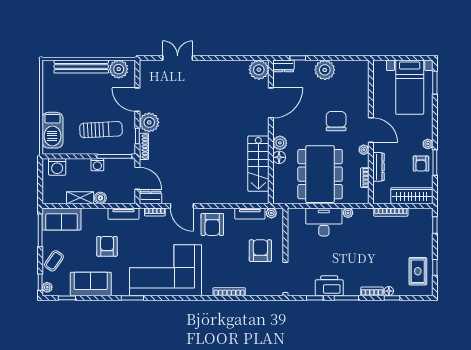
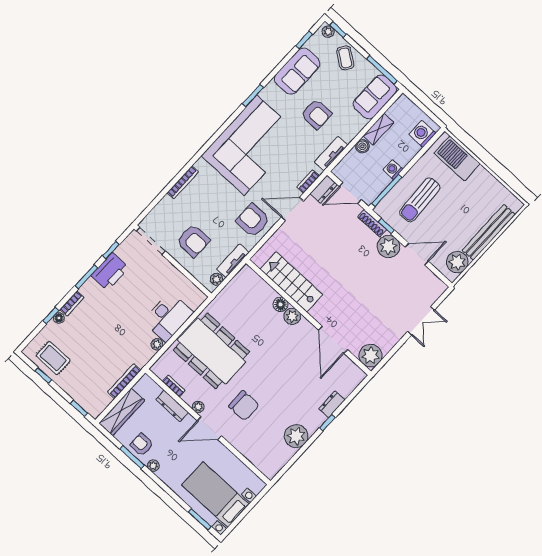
plant: (259, 70) -> (370, 356), moved
door: (271, 103) -> (333, 340), moved
wall: (271, 132) -> (309, 317), moved
plant: (280, 143) -> (292, 316), moved
floor lamp: (279, 157) -> (281, 304), moved
stairs: (258, 164) -> (291, 282), moved

